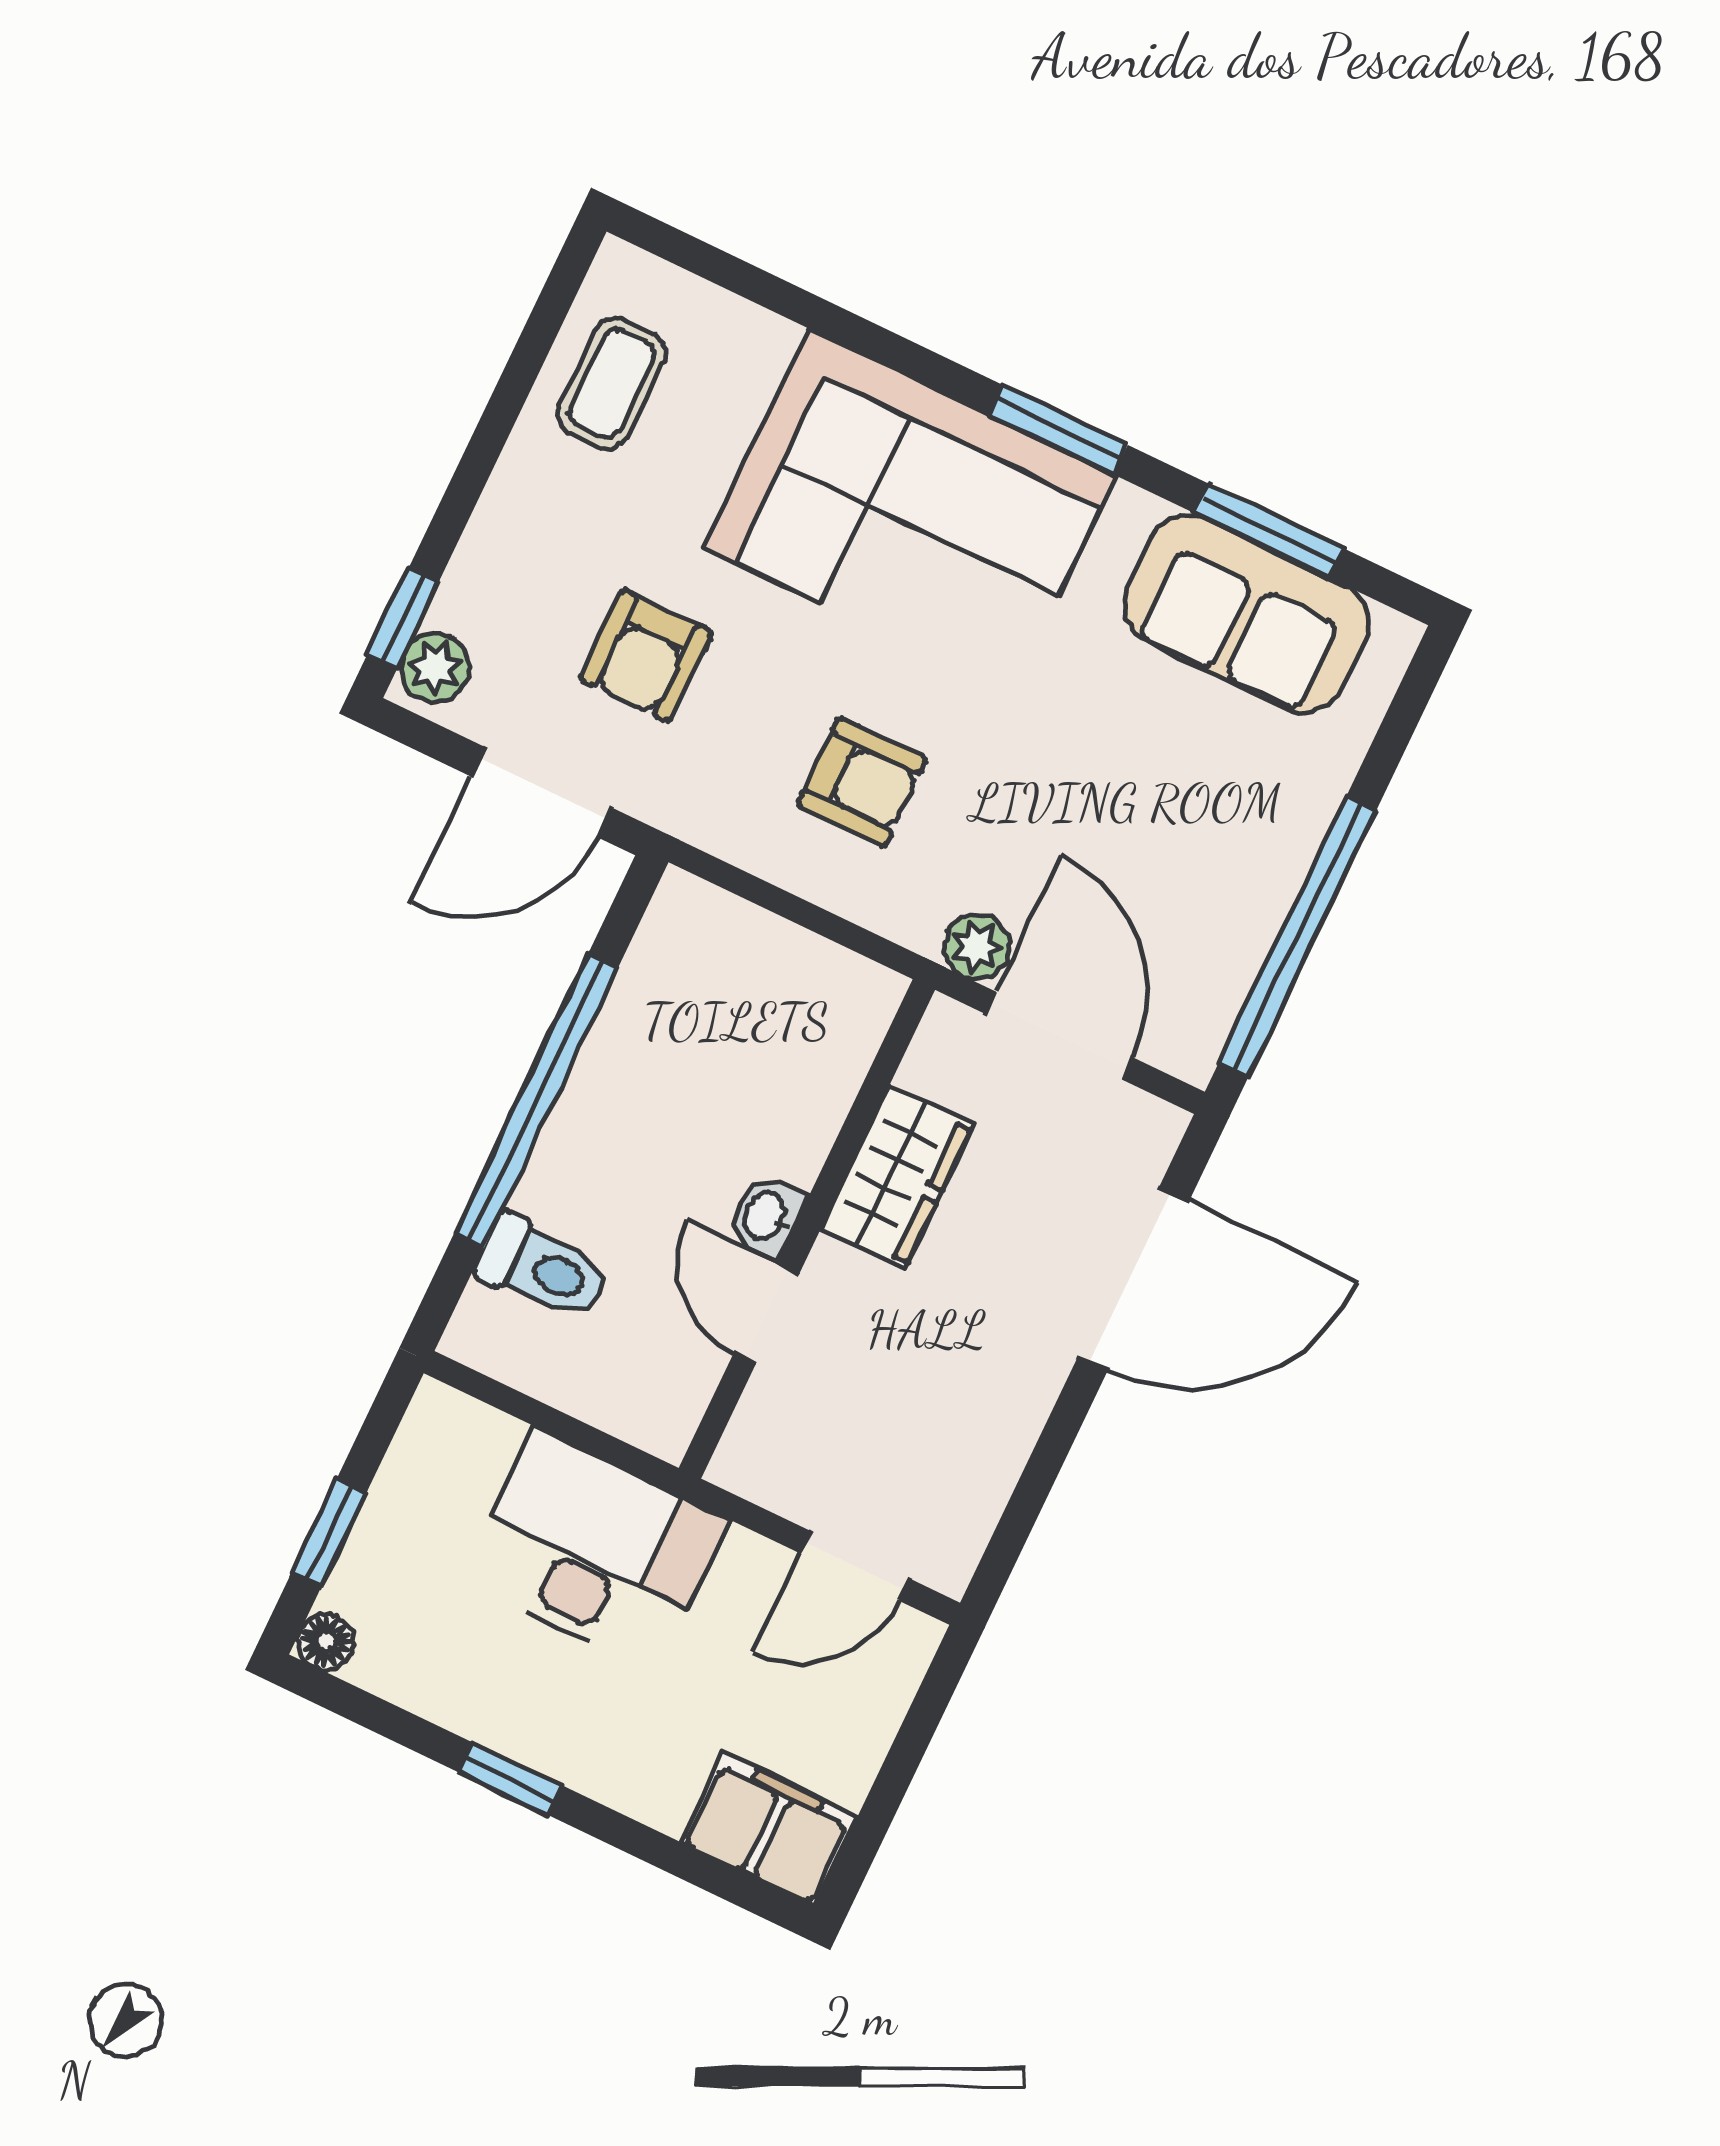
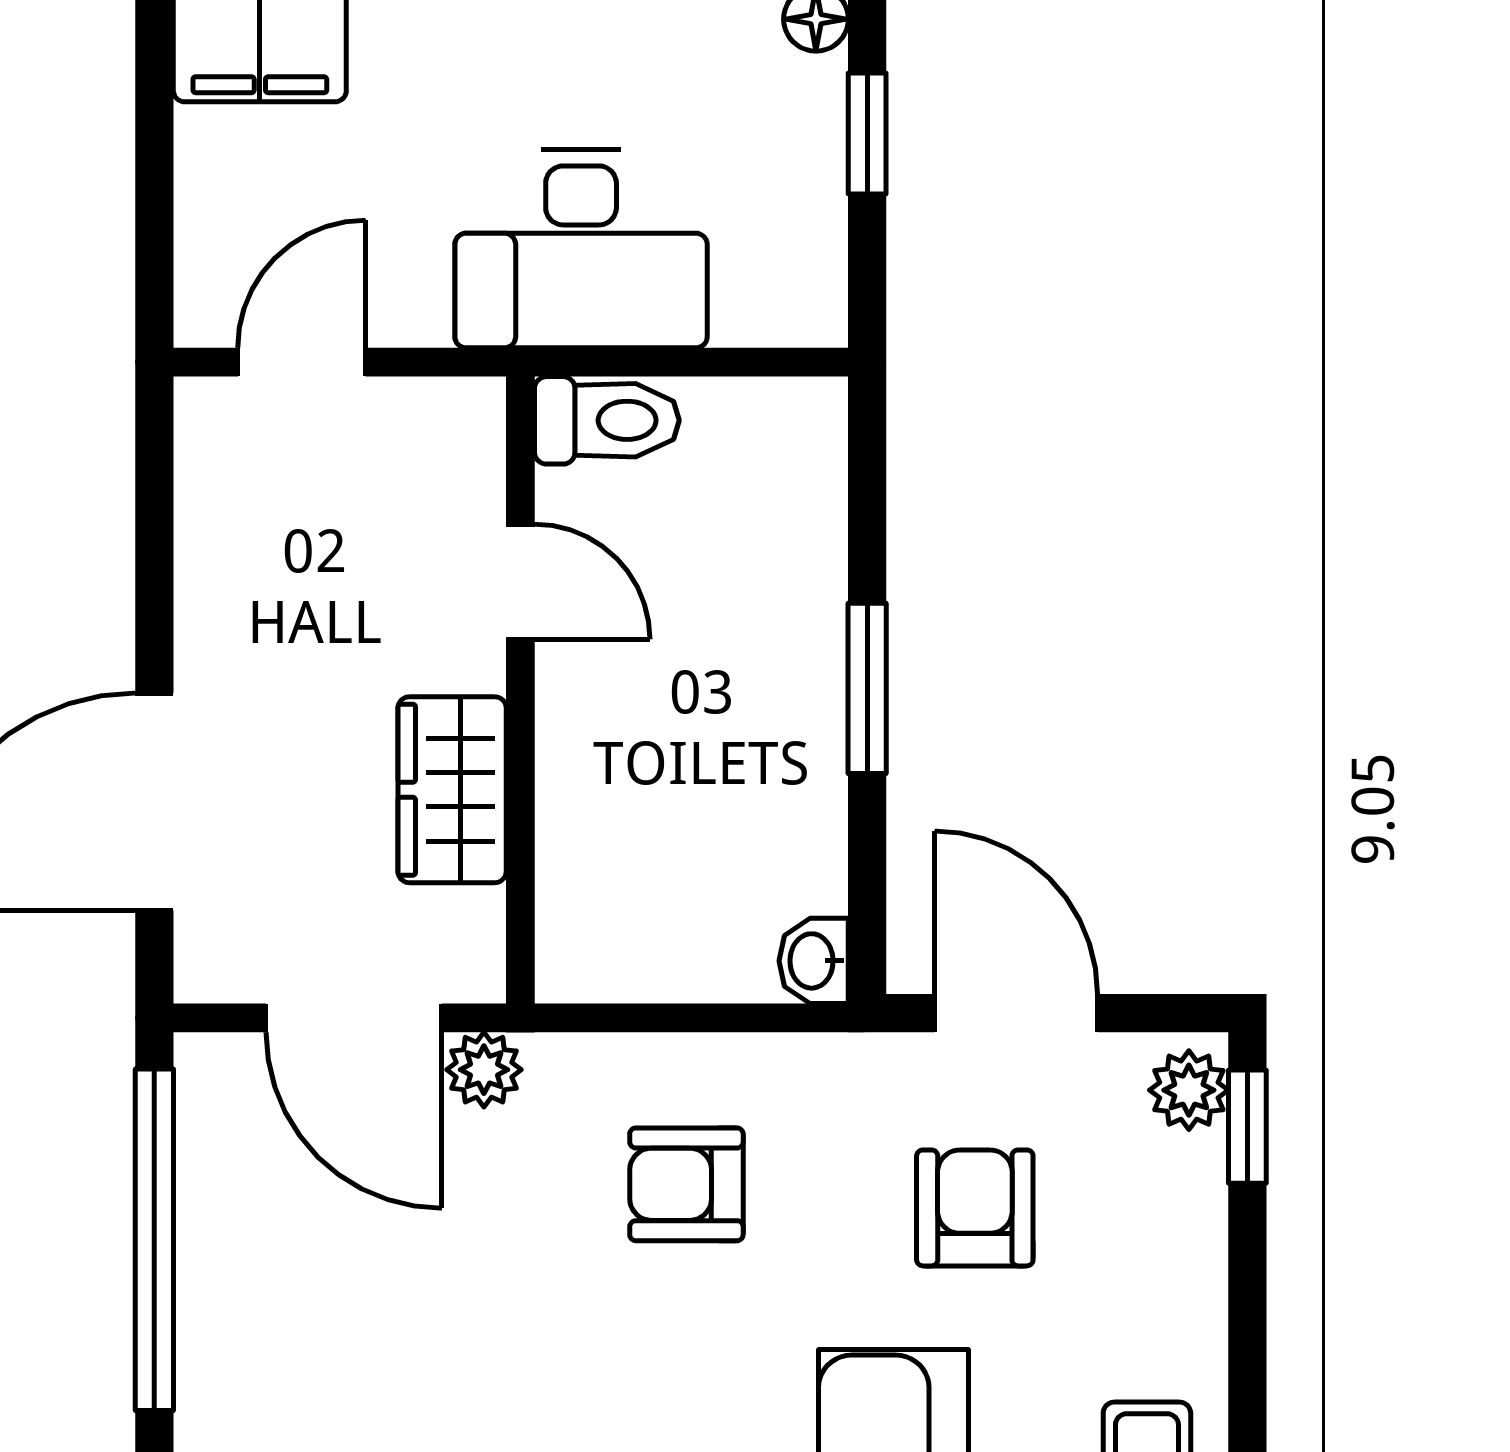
door: (541, 792) -> (1016, 1013), hinge flipped
window: (536, 1101) -> (867, 688), width x0.47
washbasin: (766, 1217) -> (814, 961), moved, turned 180
toilet: (543, 1269) -> (607, 420), moved, turned 180

